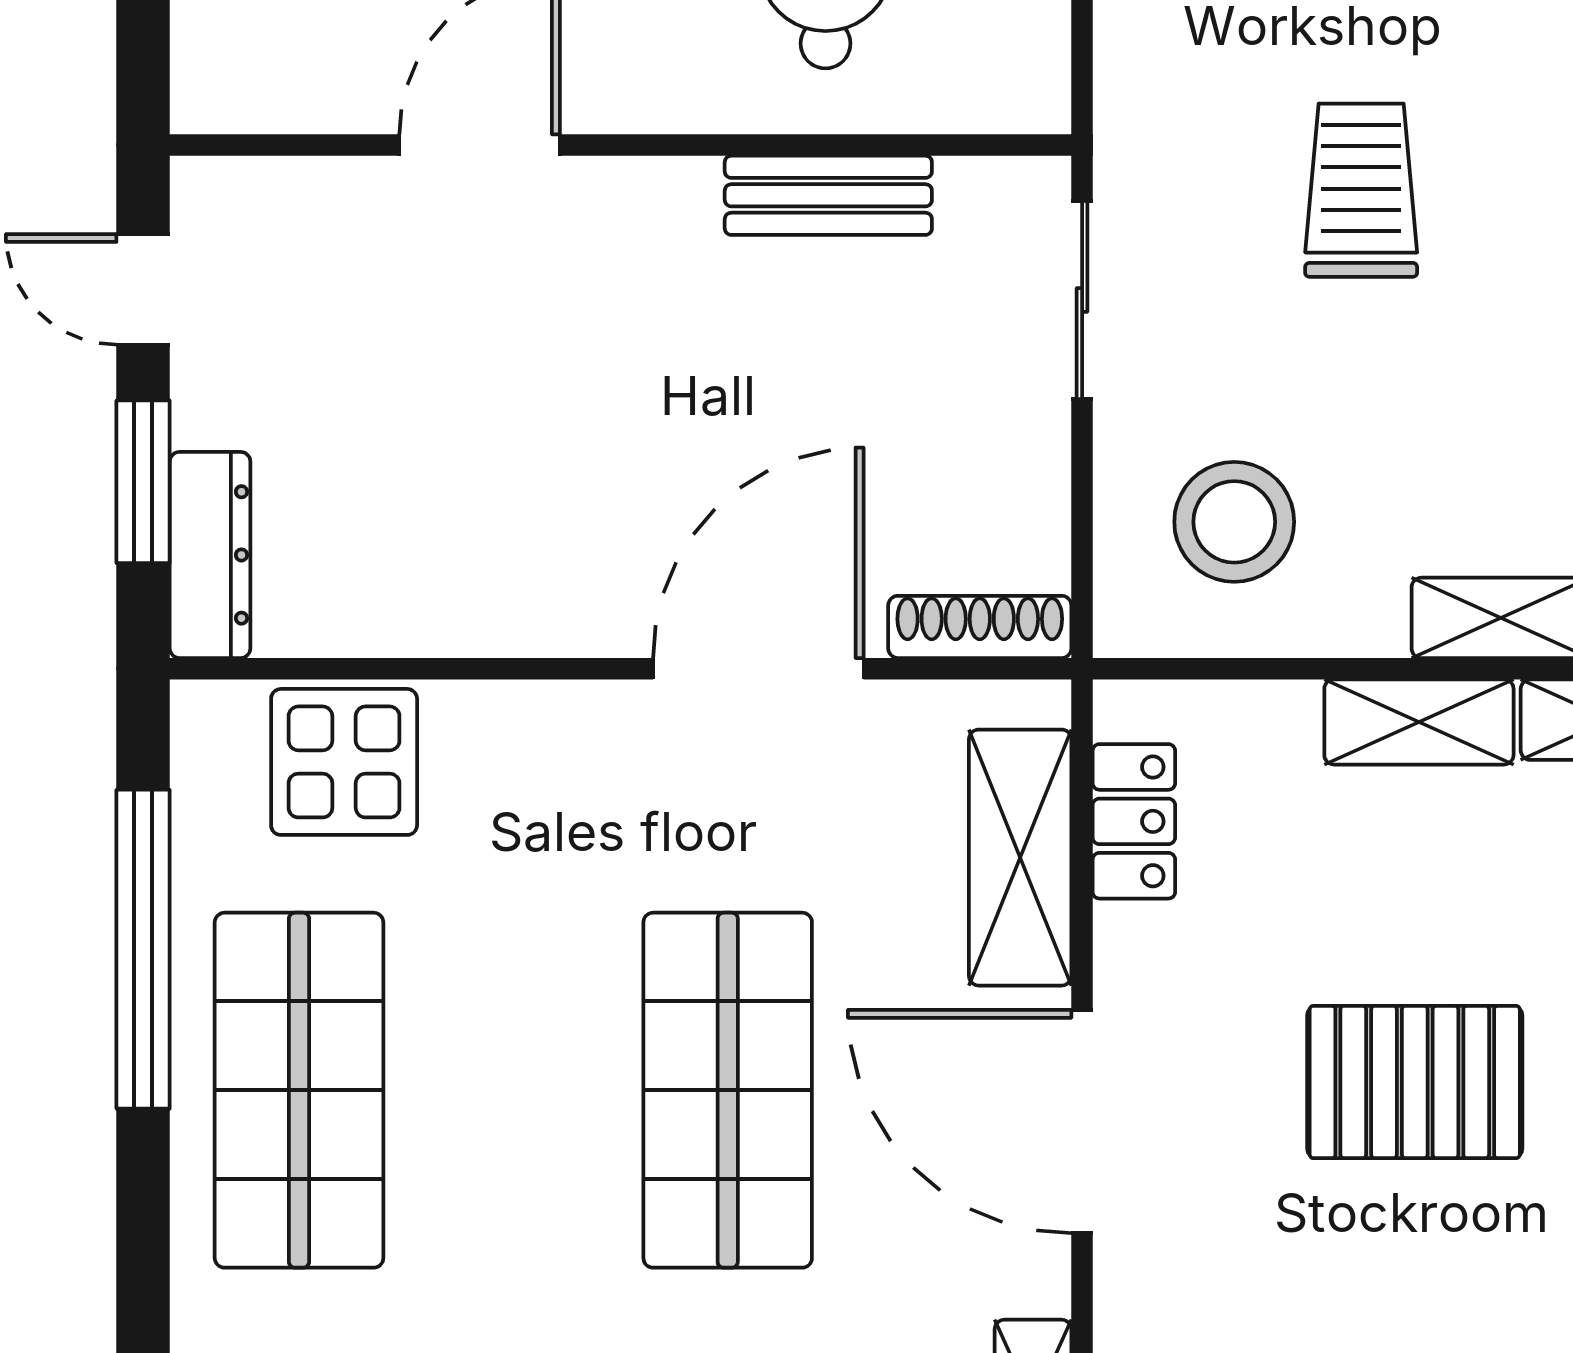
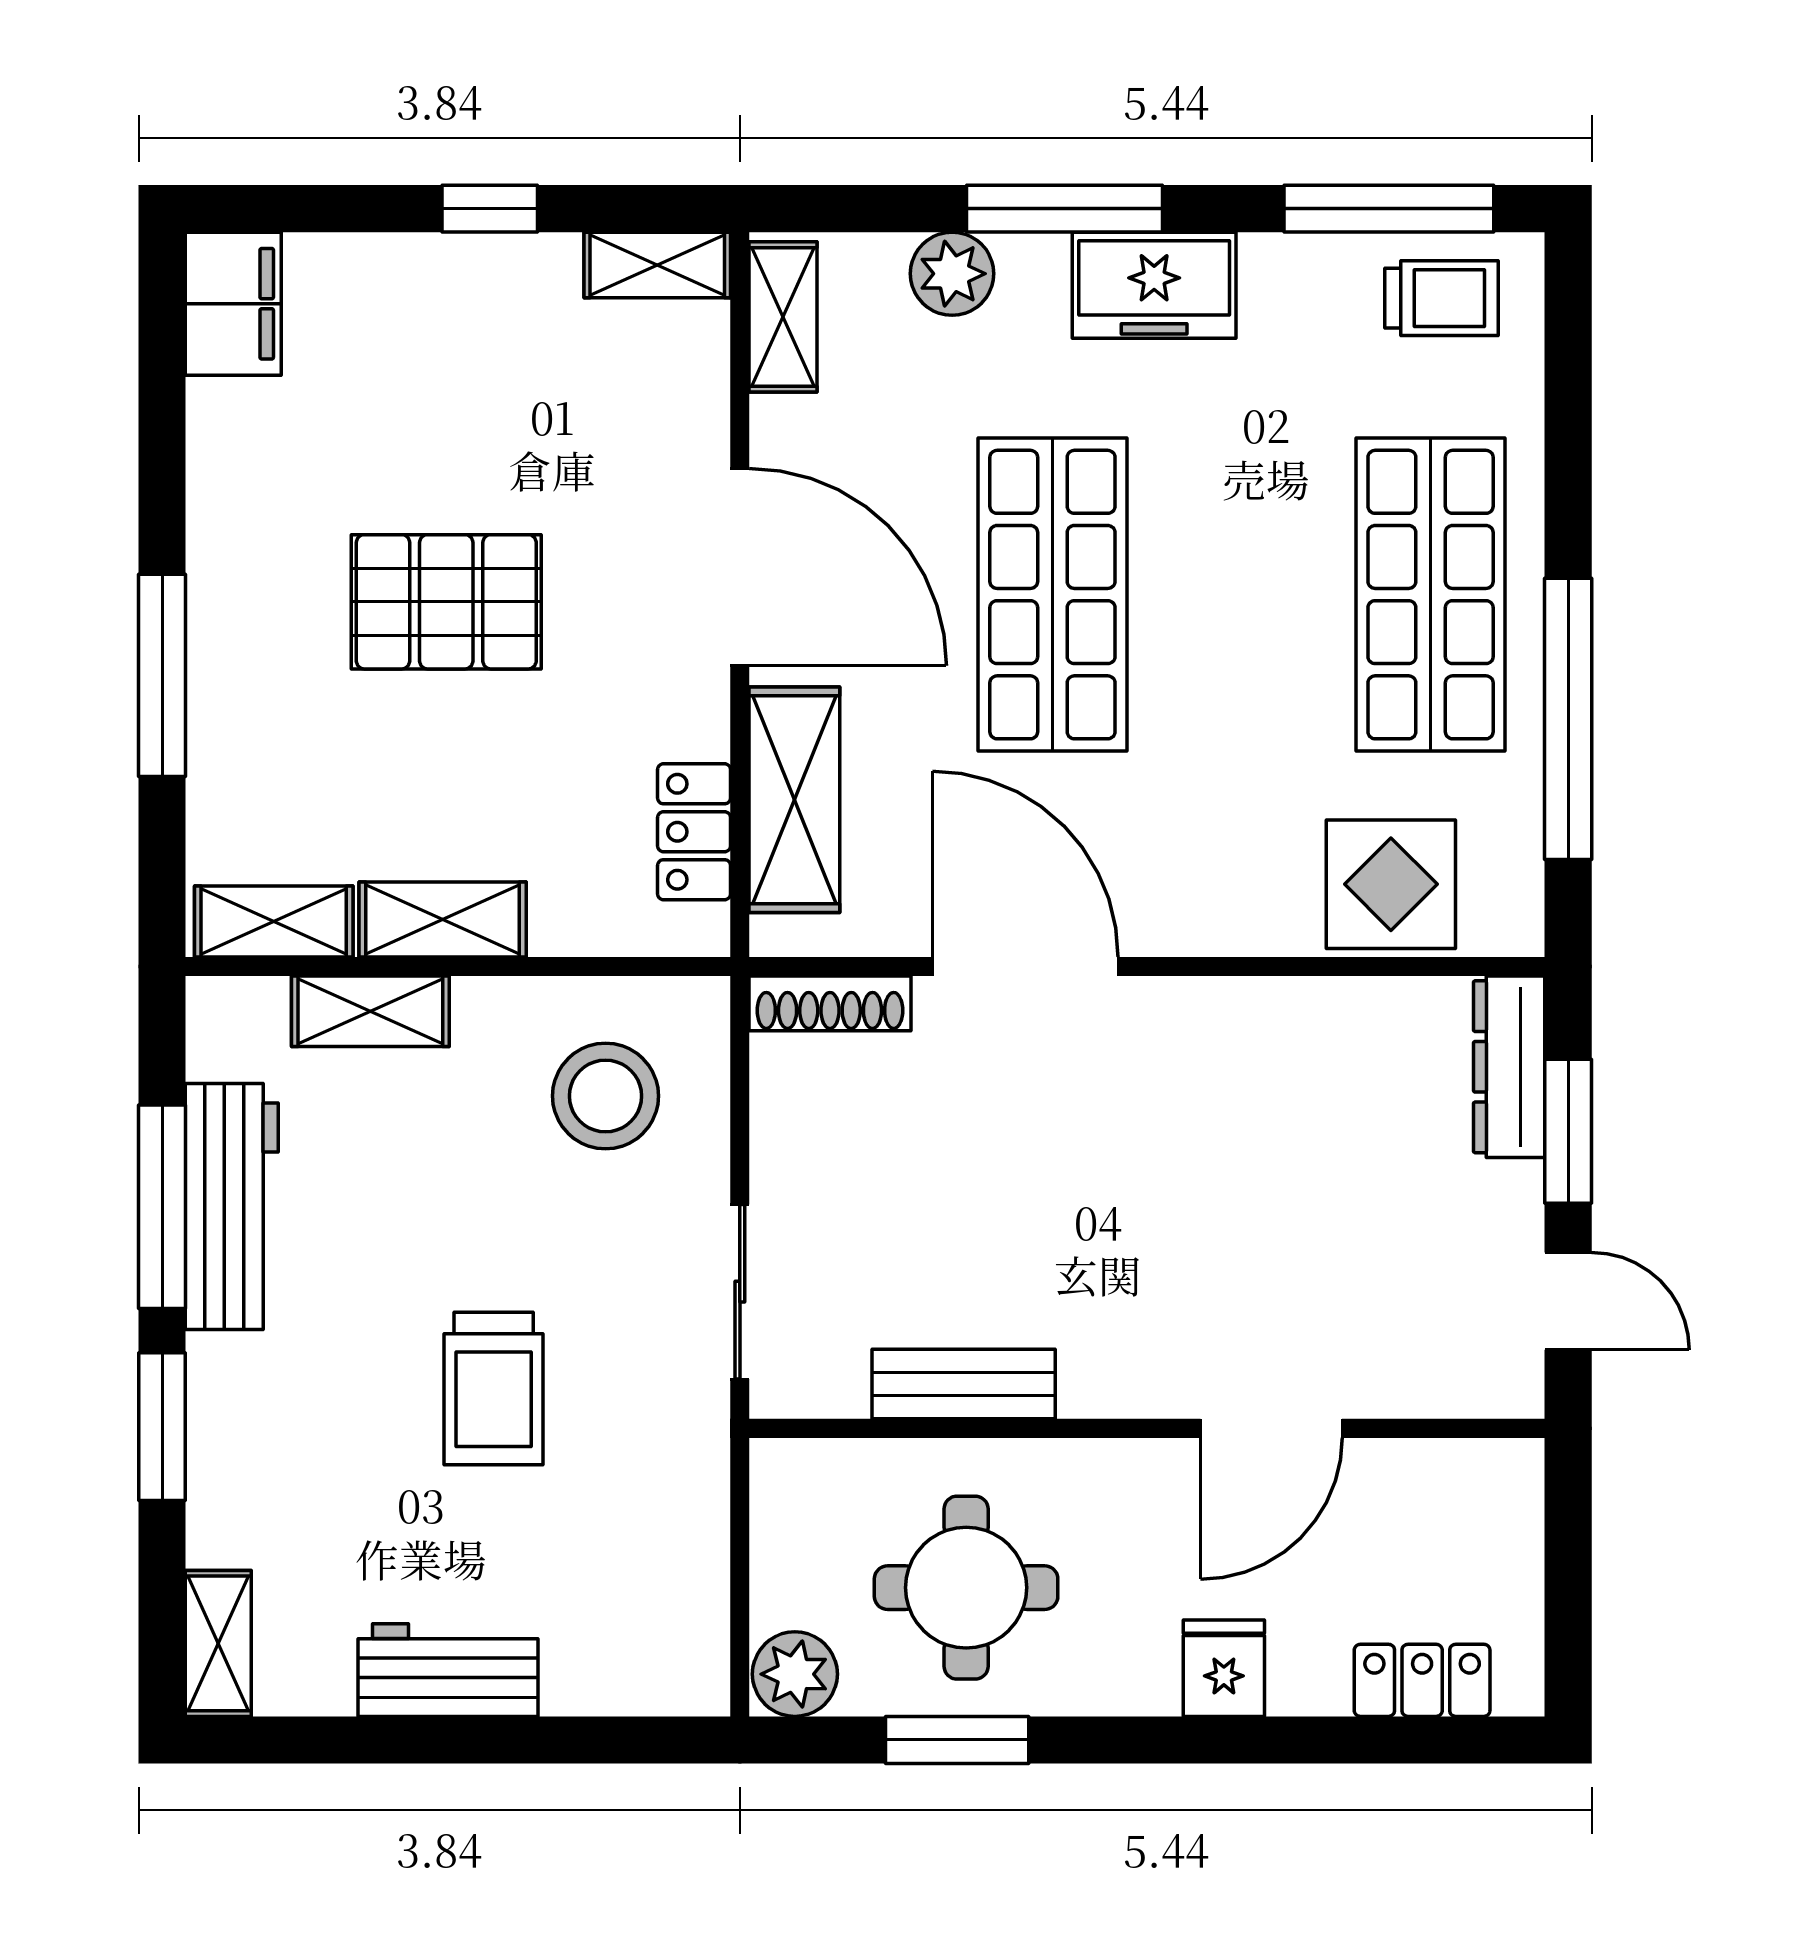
door: (758, 669) -> (1025, 966), swing flipped

